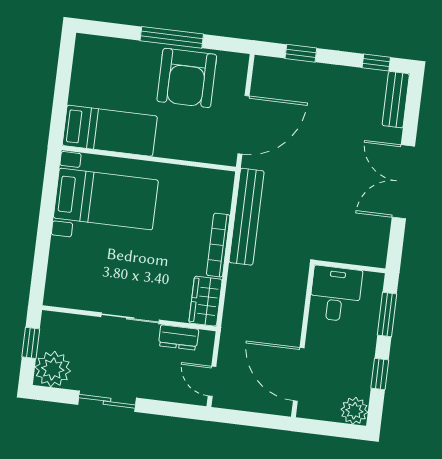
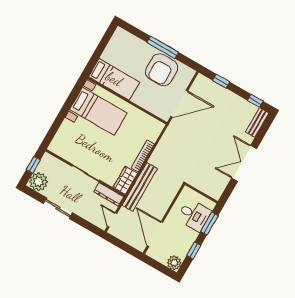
bench: (247, 217) -> (140, 187), moved
desk: (336, 294) -> (194, 215), moved, turned 90
dresser: (179, 337) -> (109, 194), width x1.44

